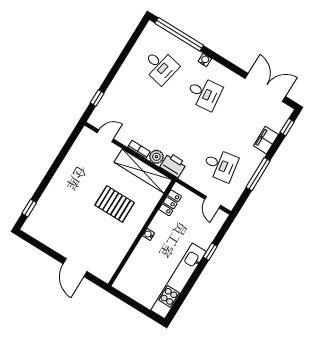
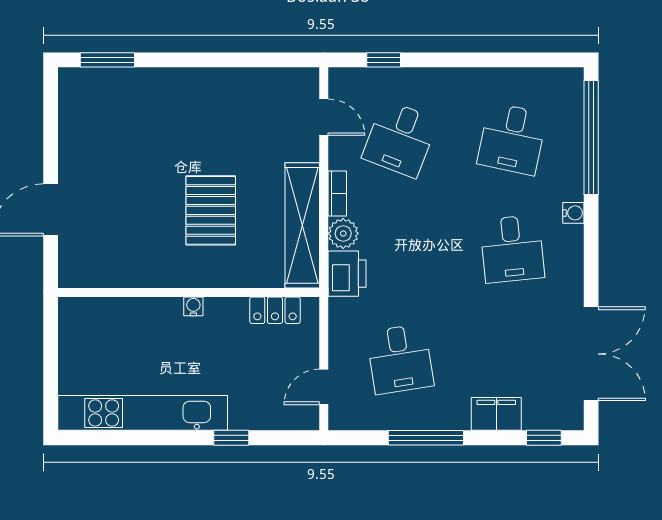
desk: (133, 111) -> (400, 139), added
window: (29, 208) -> (107, 60), width x1.50

